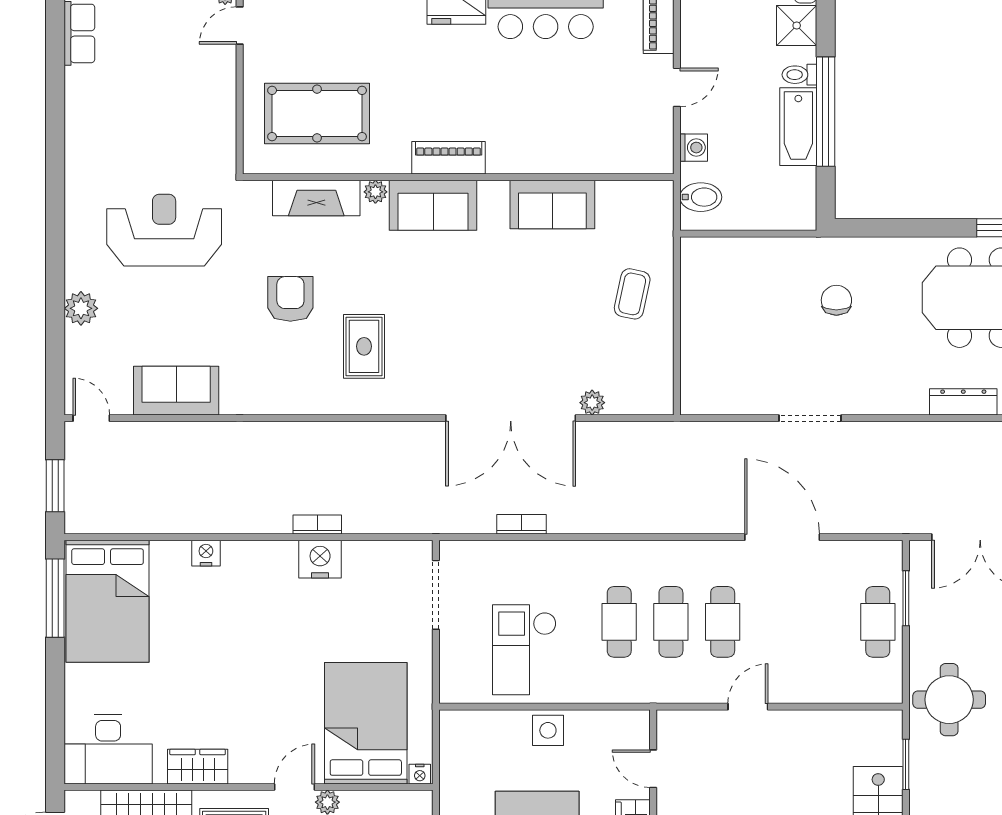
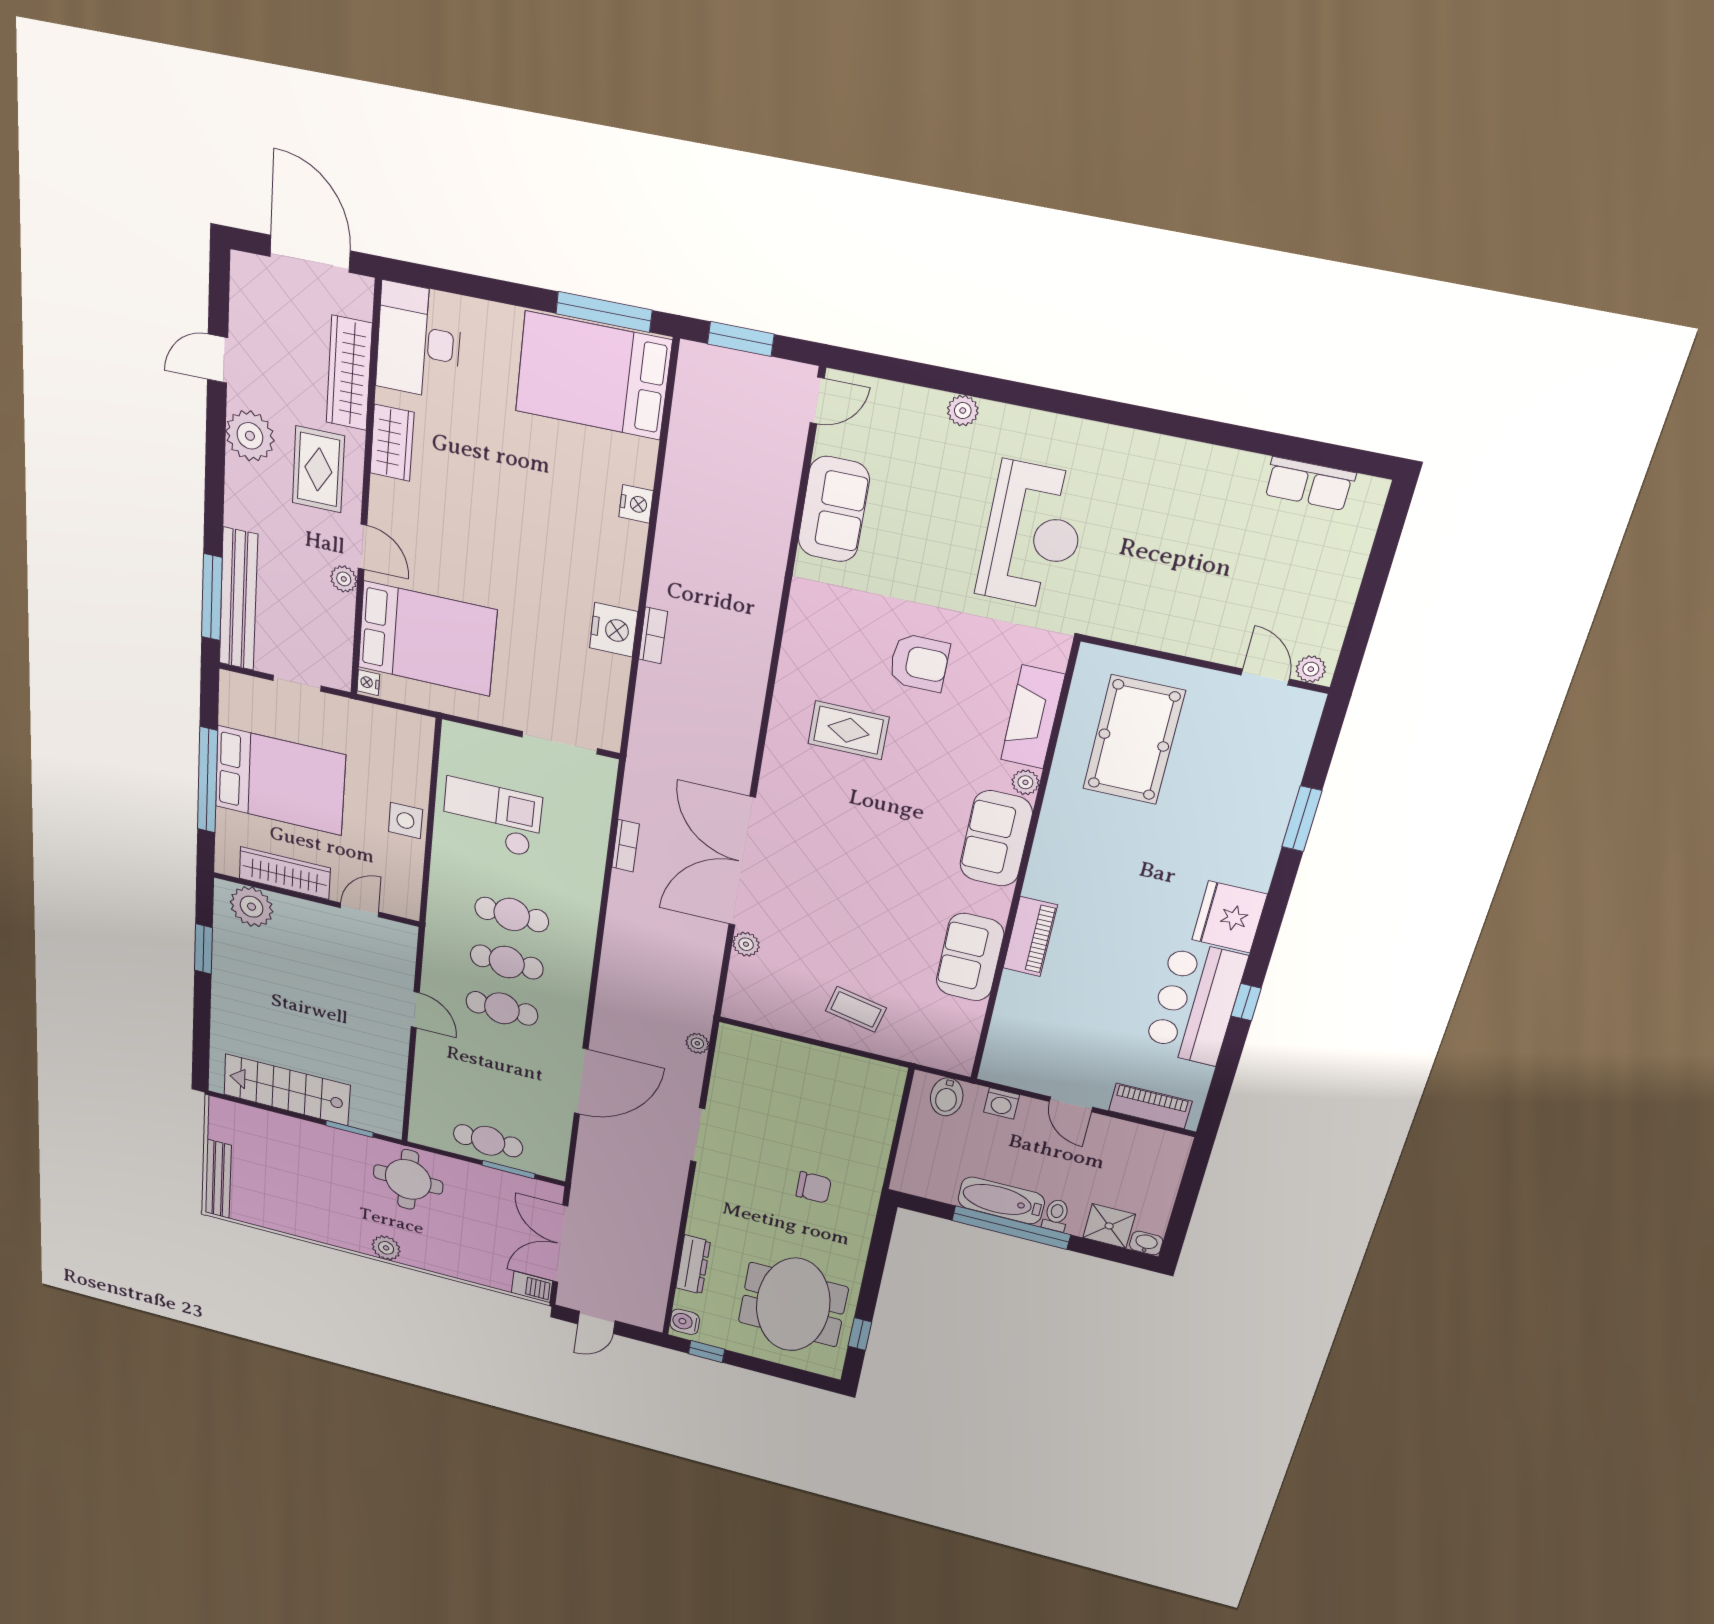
piano: (449, 158) -> (1030, 937), moved
plant: (81, 308) -> (963, 411), width x0.73, depth x0.73
plant: (709, 432) -> (697, 1043), added

